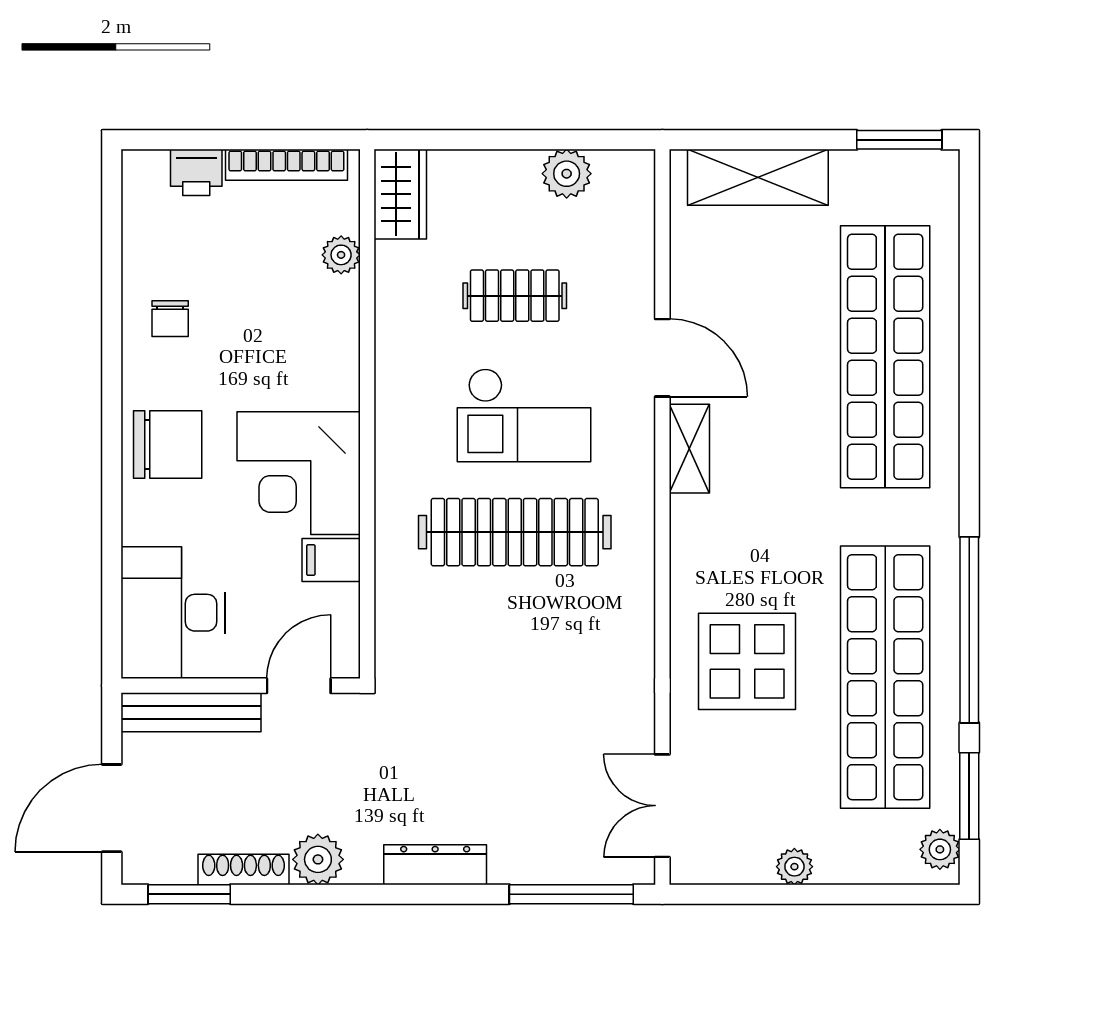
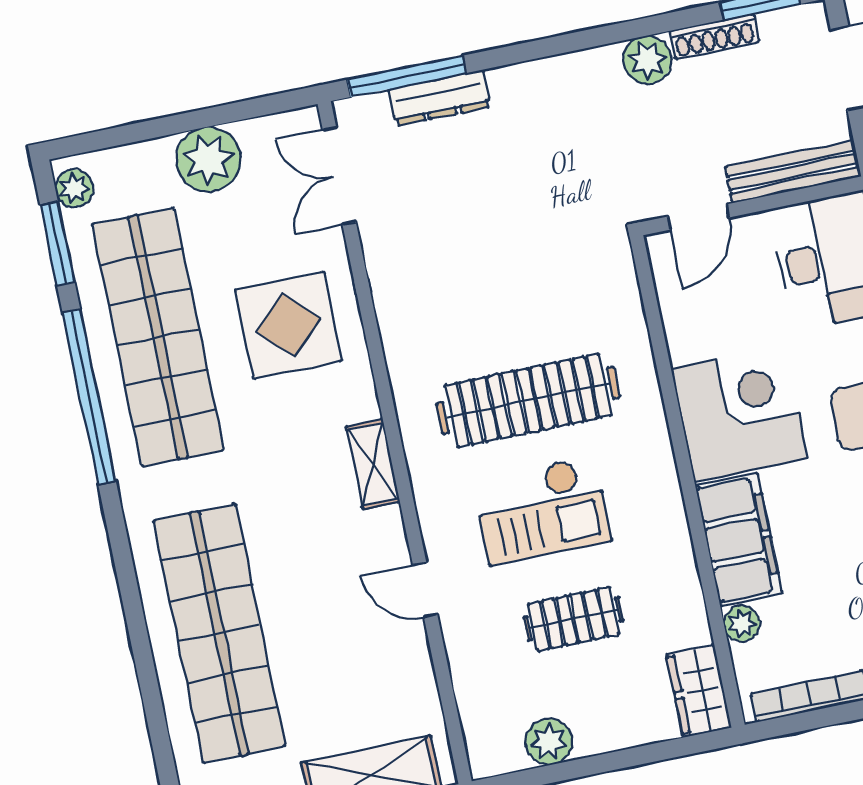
door: (662, 358) -> (425, 590), width x0.73
checkout: (524, 415) -> (542, 510), turned 180
shelving: (689, 449) -> (373, 464), moved
filing cabinet: (331, 560) -> (739, 539), moved, width x3.00, depth x1.17
double door: (662, 806) -> (339, 176), swing flipped
dresser: (435, 865) -> (440, 98), moved
plant: (794, 867) -> (209, 159), width x1.88, depth x1.88

